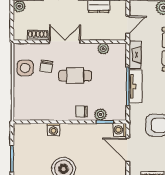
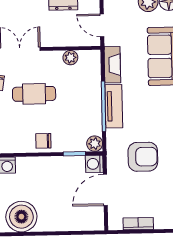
door: (128, 25) -> (102, 25), swing flipped
plant: (101, 114) -> (95, 144), moved
door: (128, 150) -> (105, 190), hinge flipped

